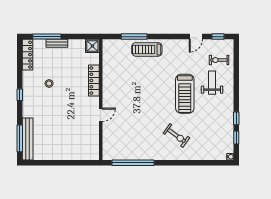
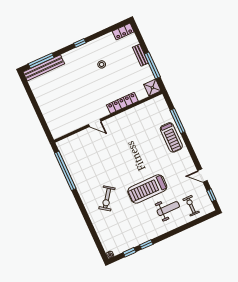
window: (47, 37) -> (152, 65), moved
treadmill: (147, 49) -> (171, 137), turned 180
locker: (27, 55) -> (123, 32), width x0.66

